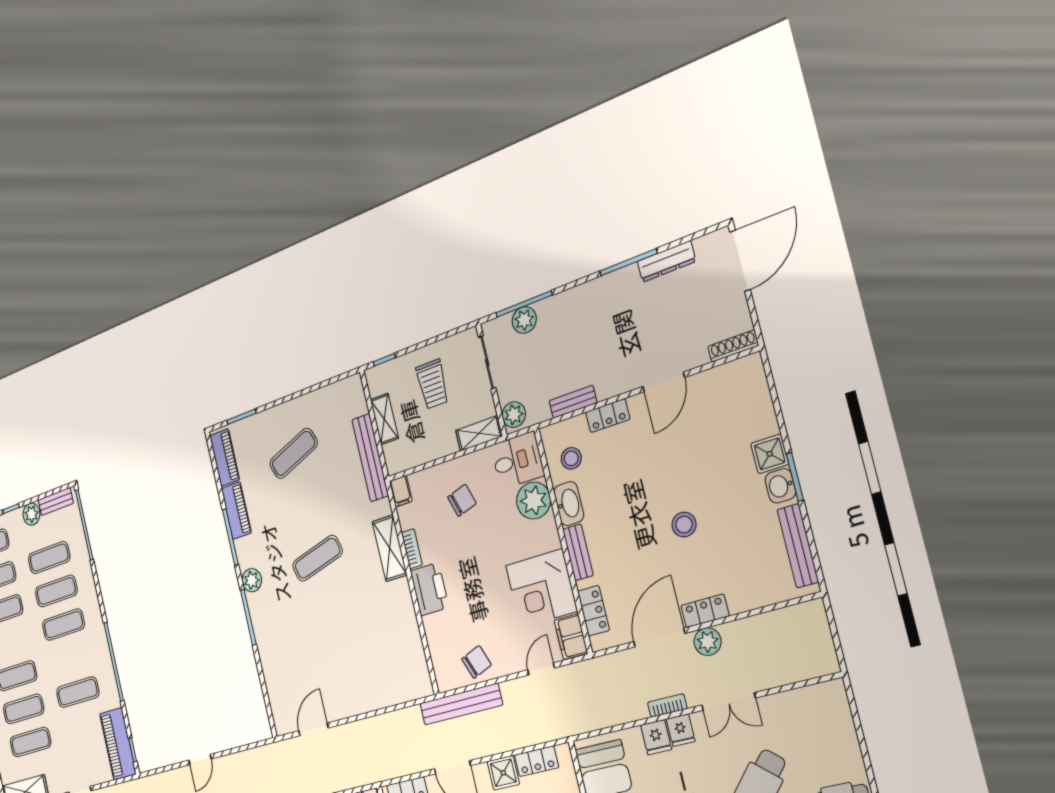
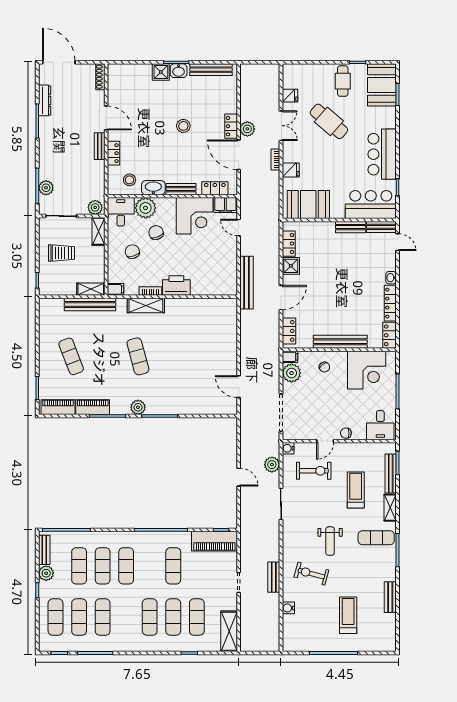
bench: (573, 402) -> (100, 146), moved
shelving: (384, 419) -> (91, 289), moved
chair: (476, 662) -> (156, 233), moved
fridge: (681, 730) -> (290, 96), moved

